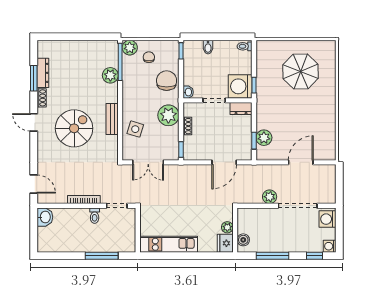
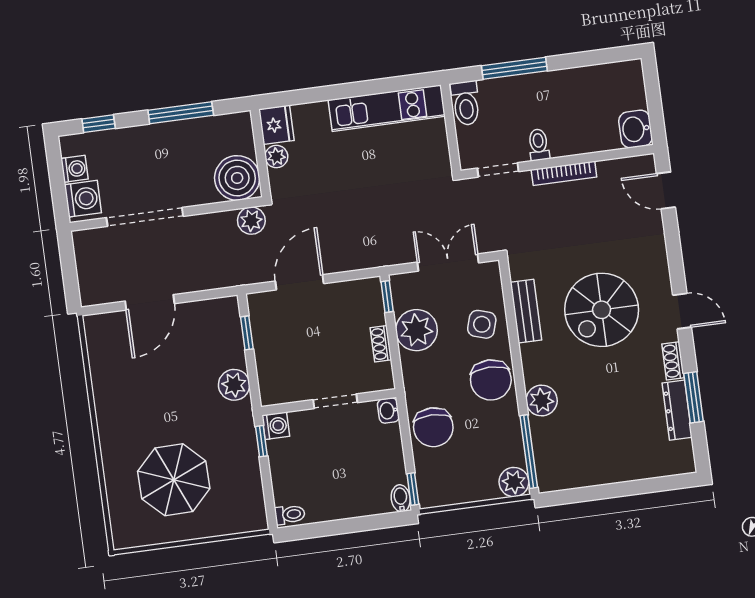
bidet: (208, 47) -> (401, 498), moved
chair: (149, 57) -> (491, 380), moved, width x1.87, depth x1.87
plant: (110, 75) -> (542, 401), moved
washing machine: (240, 86) -> (276, 426), width x0.53, depth x0.53
dresser: (241, 108) -> (281, 392), removed
plant: (168, 115) -> (417, 330), moved
bench: (112, 119) -> (526, 311), moved
plant: (264, 138) -> (234, 385), moved
plant: (270, 197) -> (251, 221), moved
boiler: (243, 240) -> (237, 178), moved, width x1.86, depth x1.86
toilet: (128, 241) -> (466, 103), added
washing machine: (330, 246) -> (75, 169), moved

